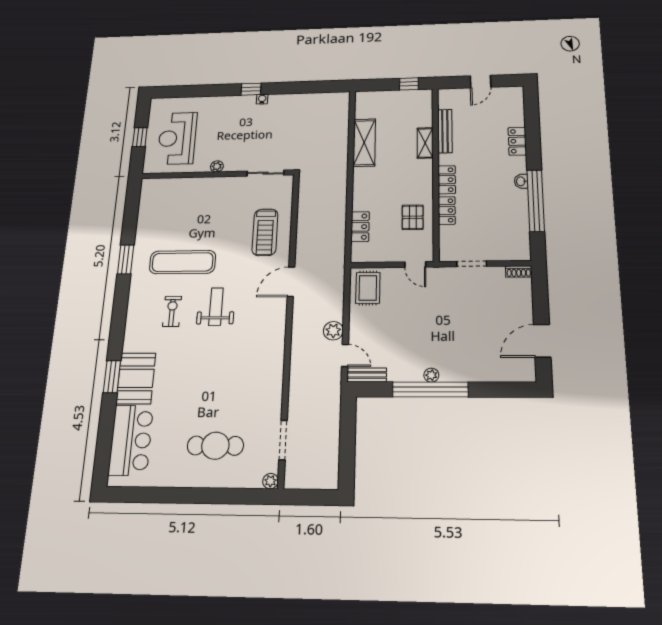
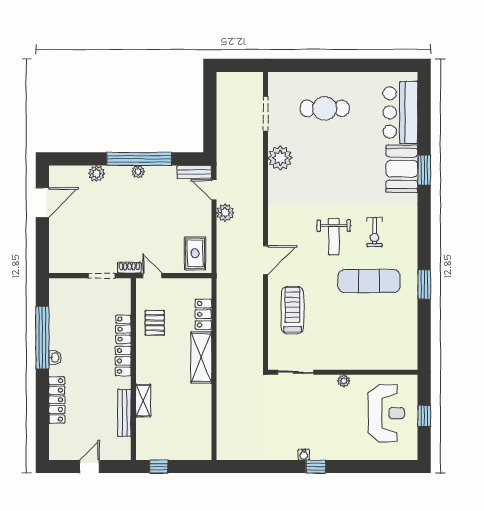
locker: (517, 141) -> (57, 400), width x1.53
shelving: (364, 143) -> (201, 357), moved
shoe rack: (519, 271) -> (129, 268), moved
plant: (480, 373) -> (96, 174), added
plant: (270, 481) -> (280, 158), moved, width x1.87, depth x1.87

